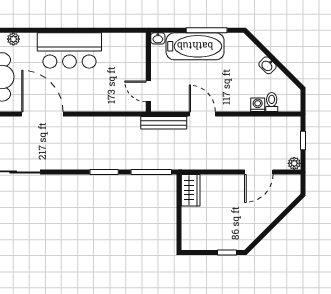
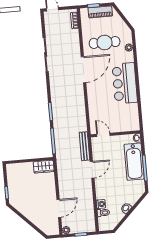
door: (148, 91) -> (103, 135), hinge flipped
door: (259, 172) -> (59, 208), swing flipped

